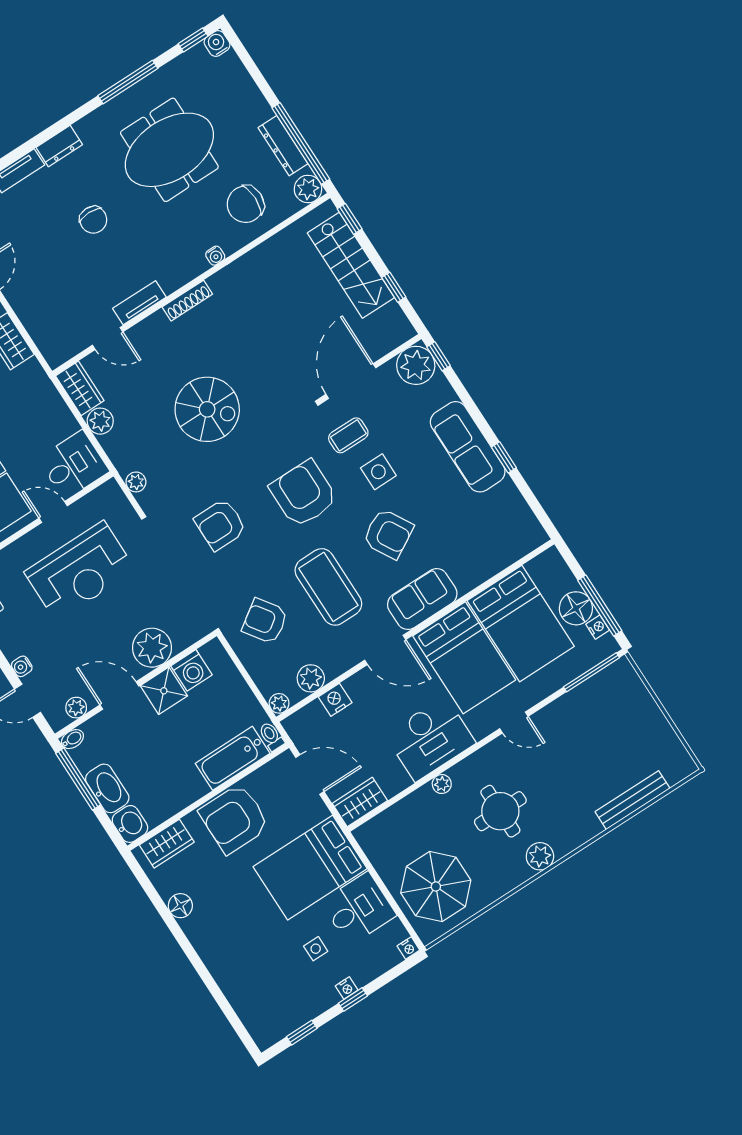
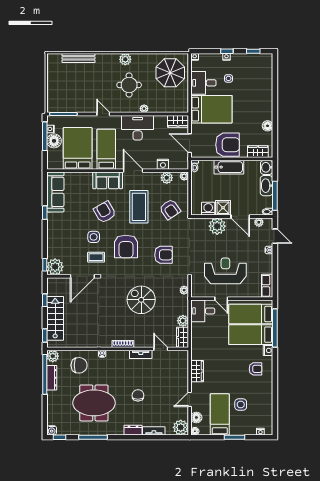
sofa: (468, 447) -> (55, 192), moved
bed: (464, 658) -> (106, 149), width x0.67
bathtub: (233, 758) -> (229, 167), moved

